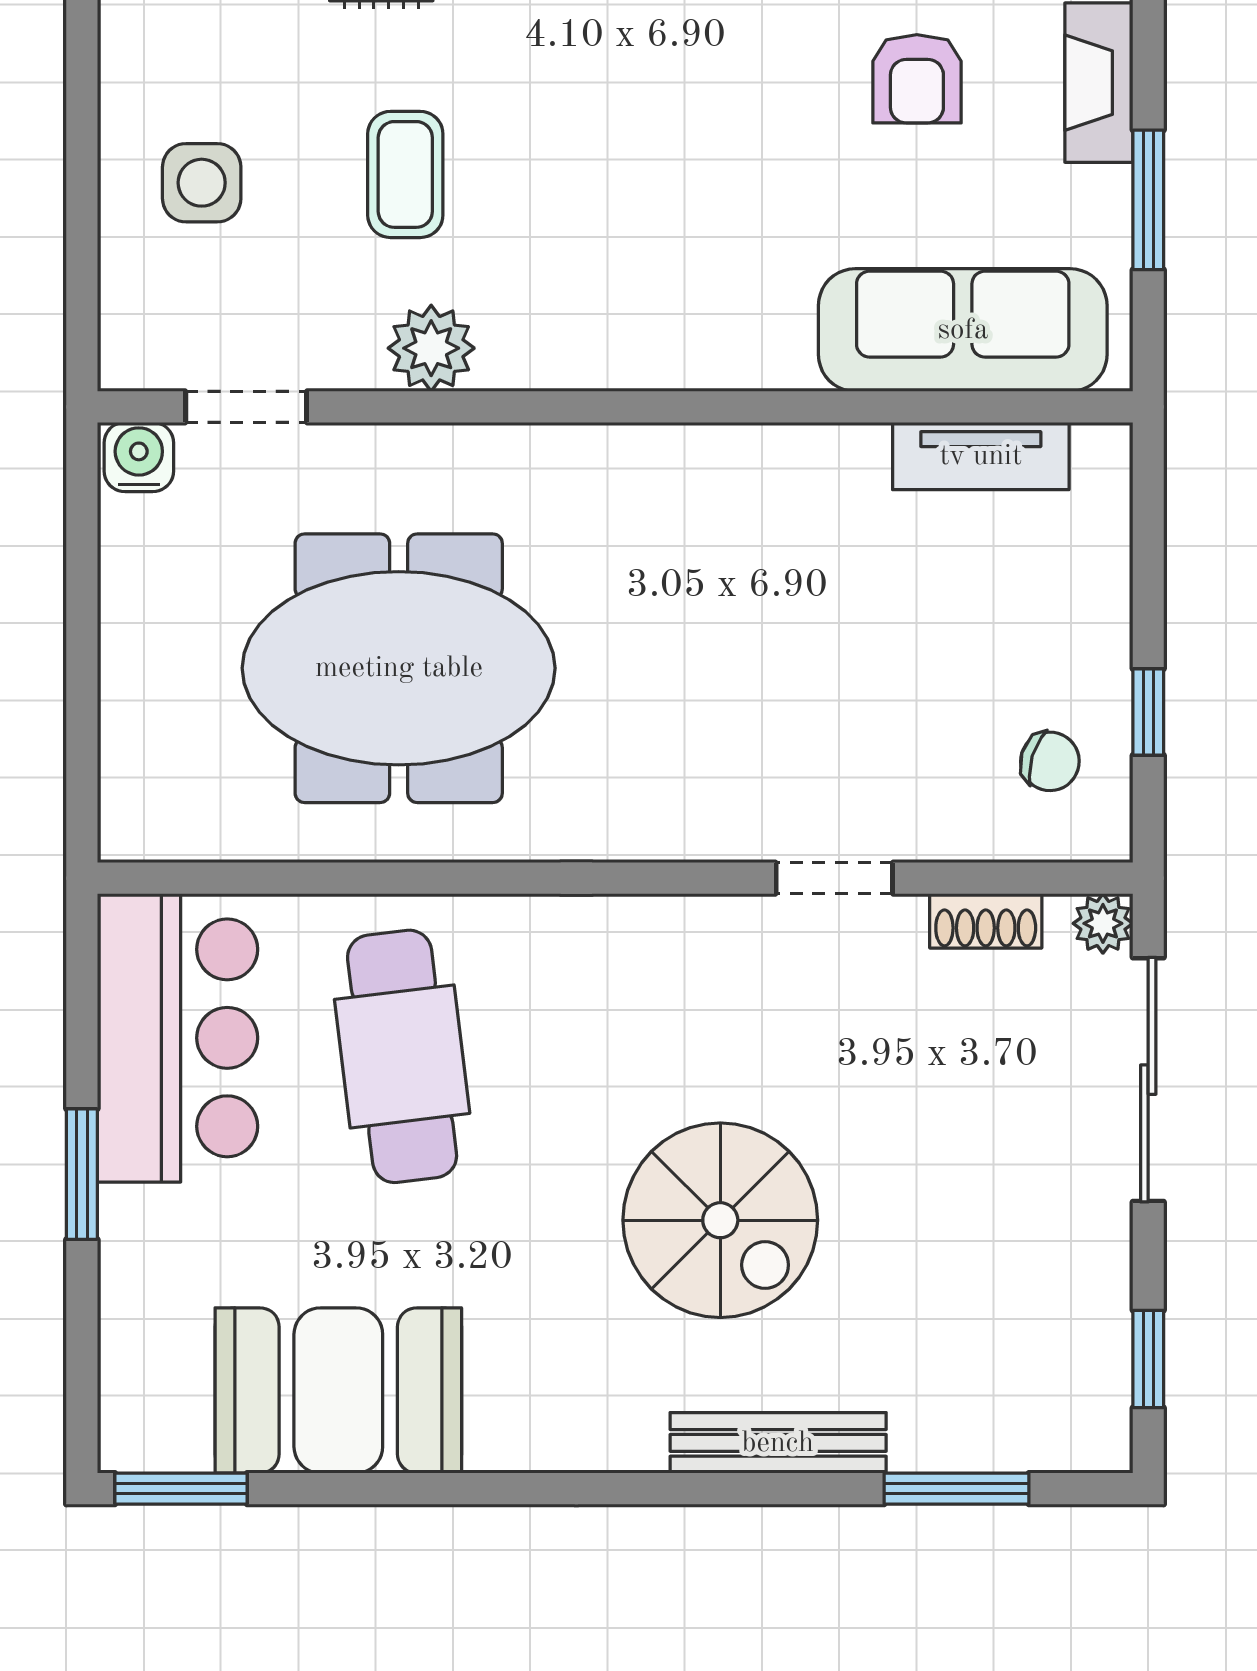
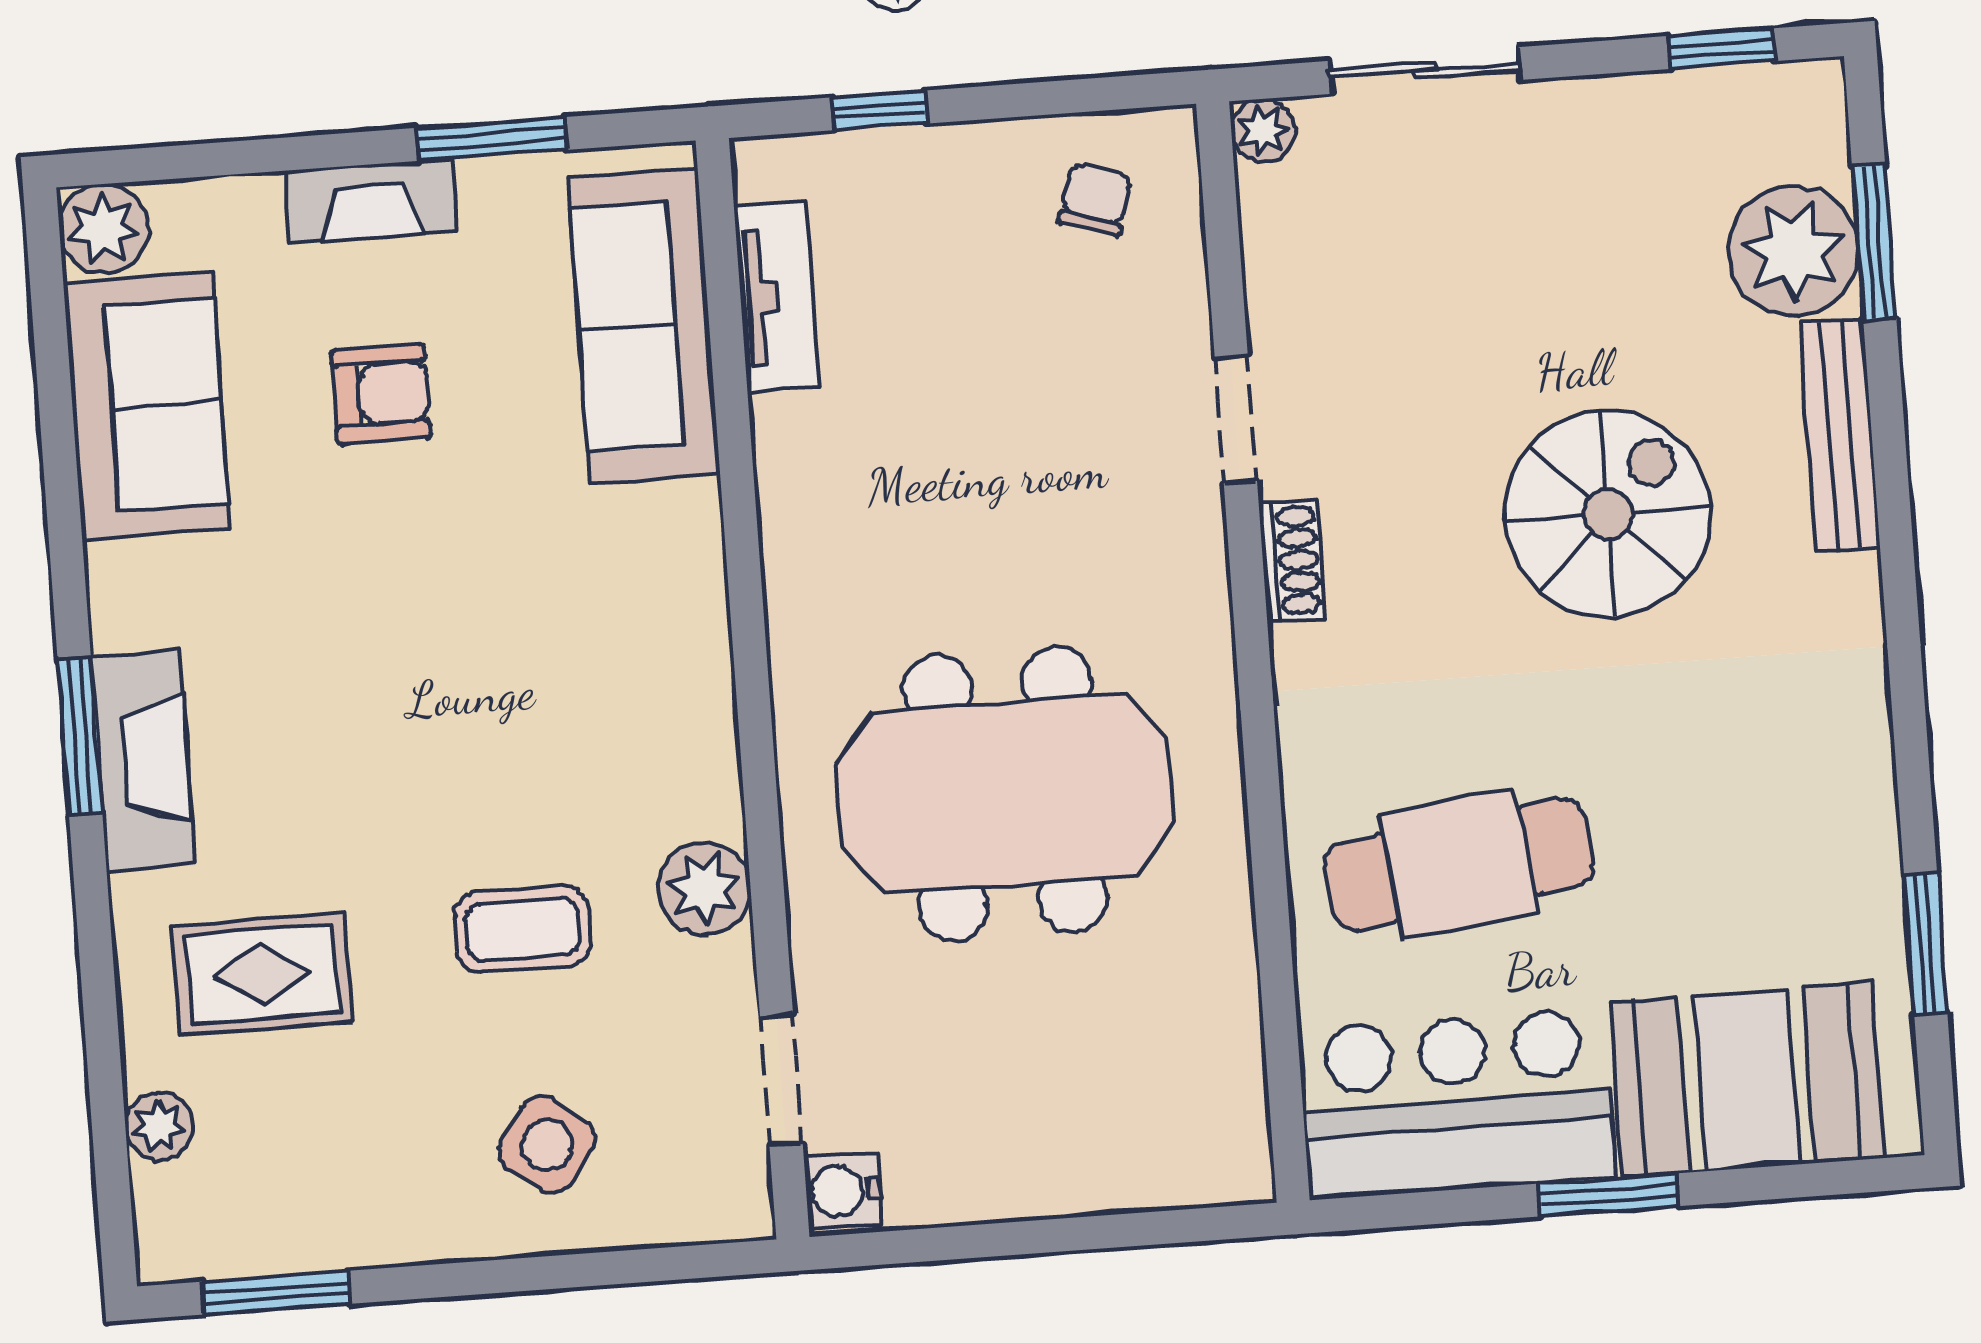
side table: (202, 183) -> (547, 1145), turned 36
meeting table: (399, 668) -> (1005, 794), moved, turned 90
window: (1148, 712) -> (879, 110), moved
shoe rack: (986, 921) -> (1292, 560), moved
sliding door: (1148, 1080) -> (1425, 70), width x0.73
booth: (338, 1390) -> (1747, 1080), moved, turned 90
plant: (954, 1412) -> (1793, 251), added
window: (181, 1489) -> (1926, 943), moved

